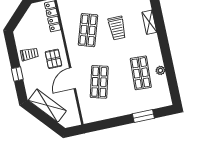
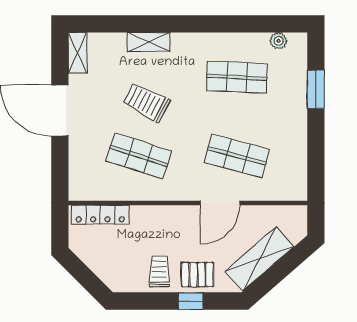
trolley: (117, 28) -> (147, 103), turned -153
pallet: (53, 59) -> (197, 274), moved
plant: (160, 70) -> (278, 41), moved
door: (72, 78) -> (220, 203), hinge flipped

